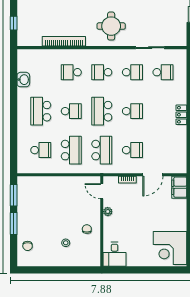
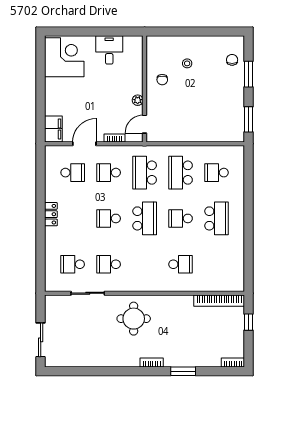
bookcase: (64, 41) -> (219, 301), moved
school desk: (102, 72) -> (73, 173), moved
washbasin: (23, 80) -> (237, 256), removed
door: (102, 191) -> (145, 124), swing flipped
window: (14, 223) -> (249, 74), moved
desk: (115, 254) -> (109, 50), moved

